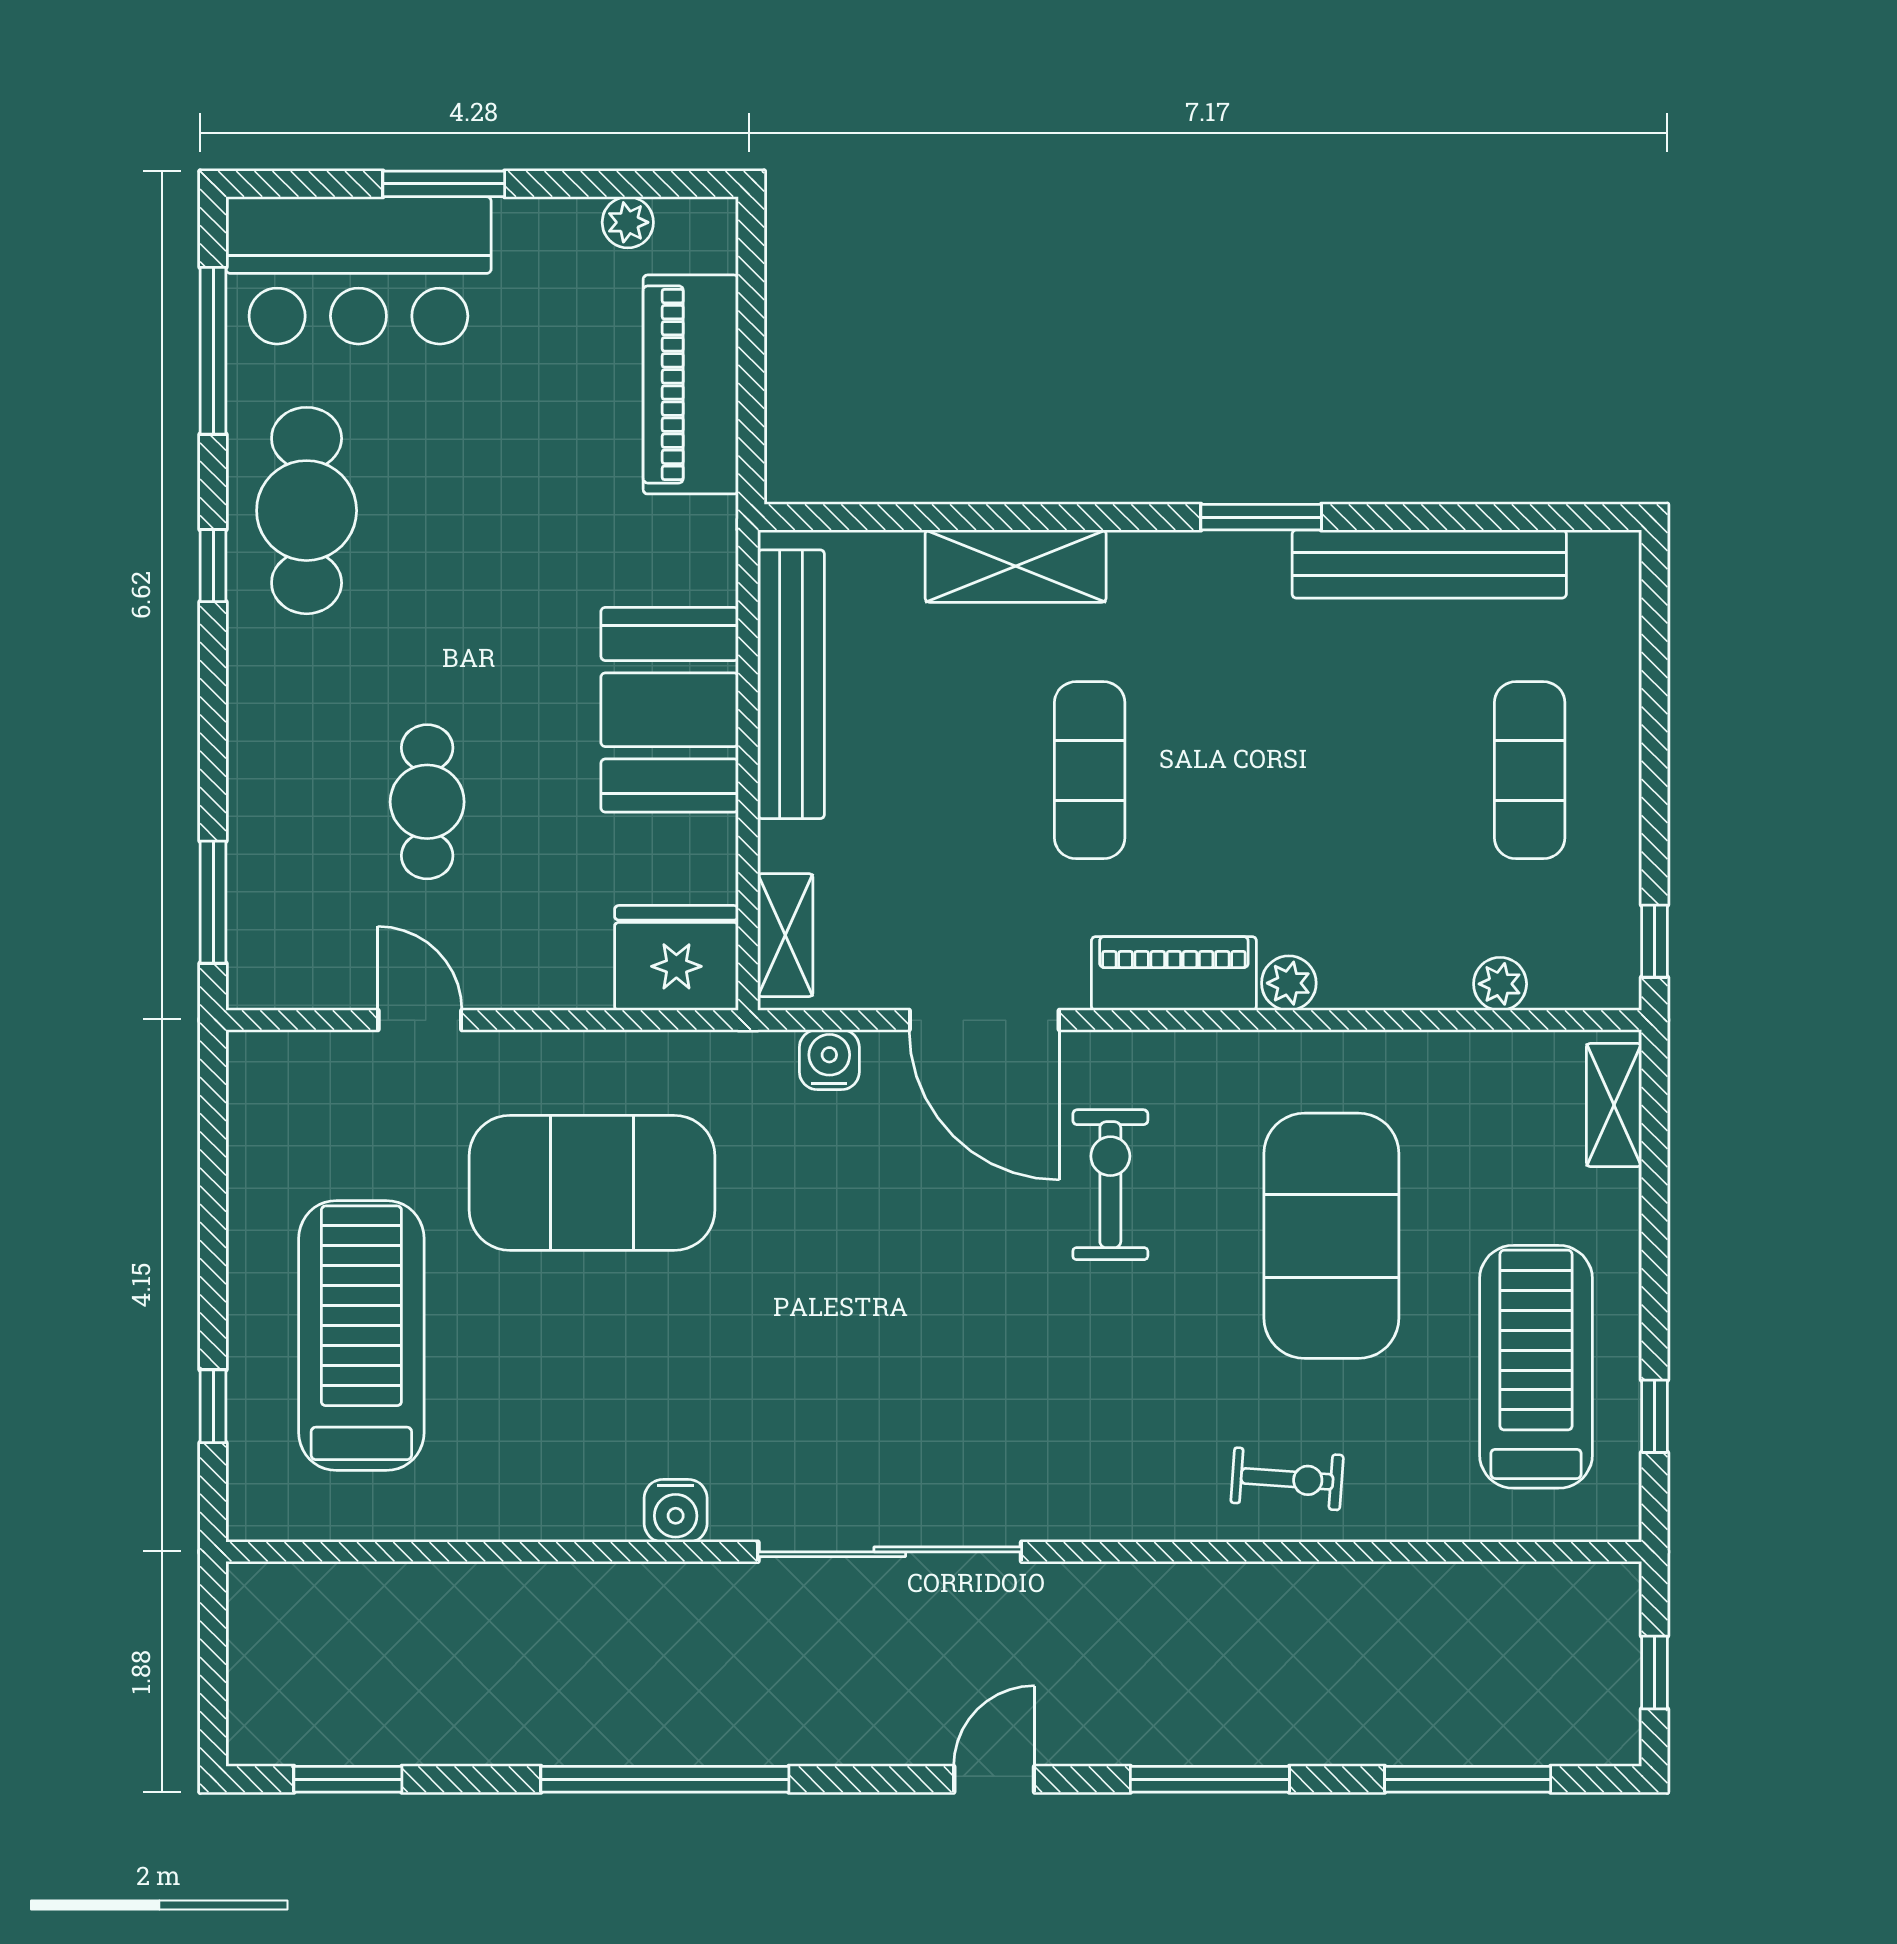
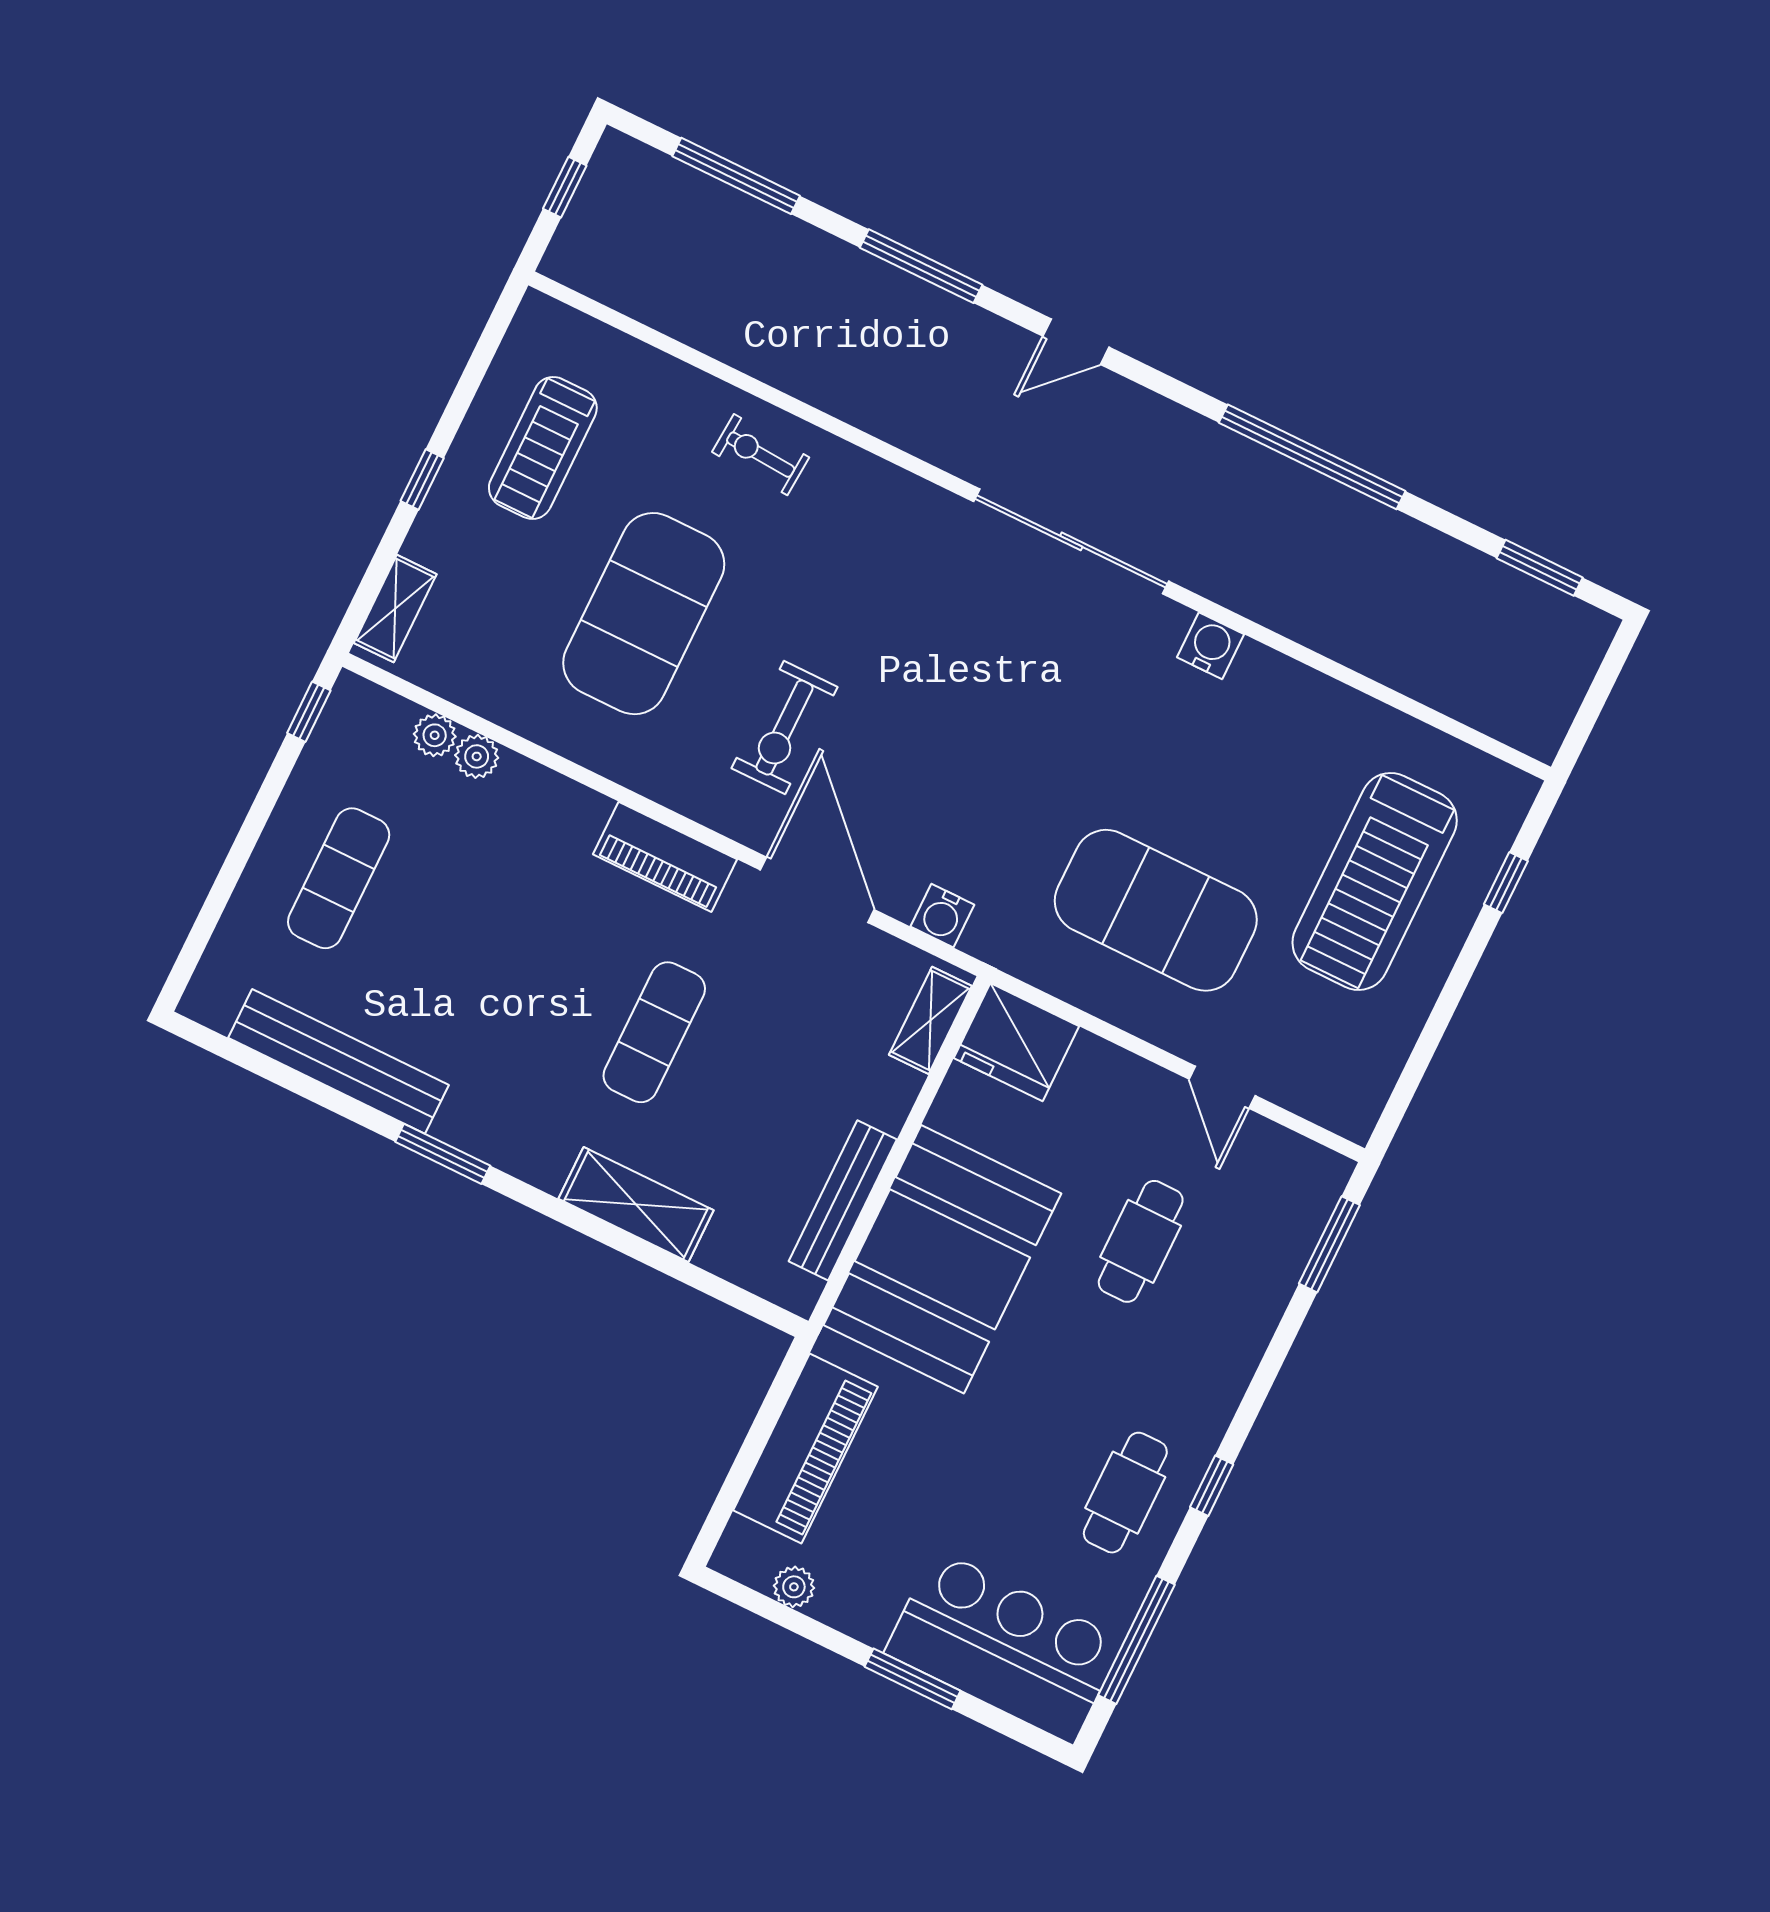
cafe table: (307, 511) -> (1125, 1493), width x0.73, depth x0.74
bench: (791, 684) -> (843, 1200), width x0.73, depth x0.82
booth: (670, 710) -> (942, 1259), width x1.36, depth x1.42
plant: (1289, 983) -> (477, 756), moved
treadmill: (1536, 1367) -> (543, 448), width x0.73, depth x0.73
window: (1655, 1416) -> (422, 479), moved

